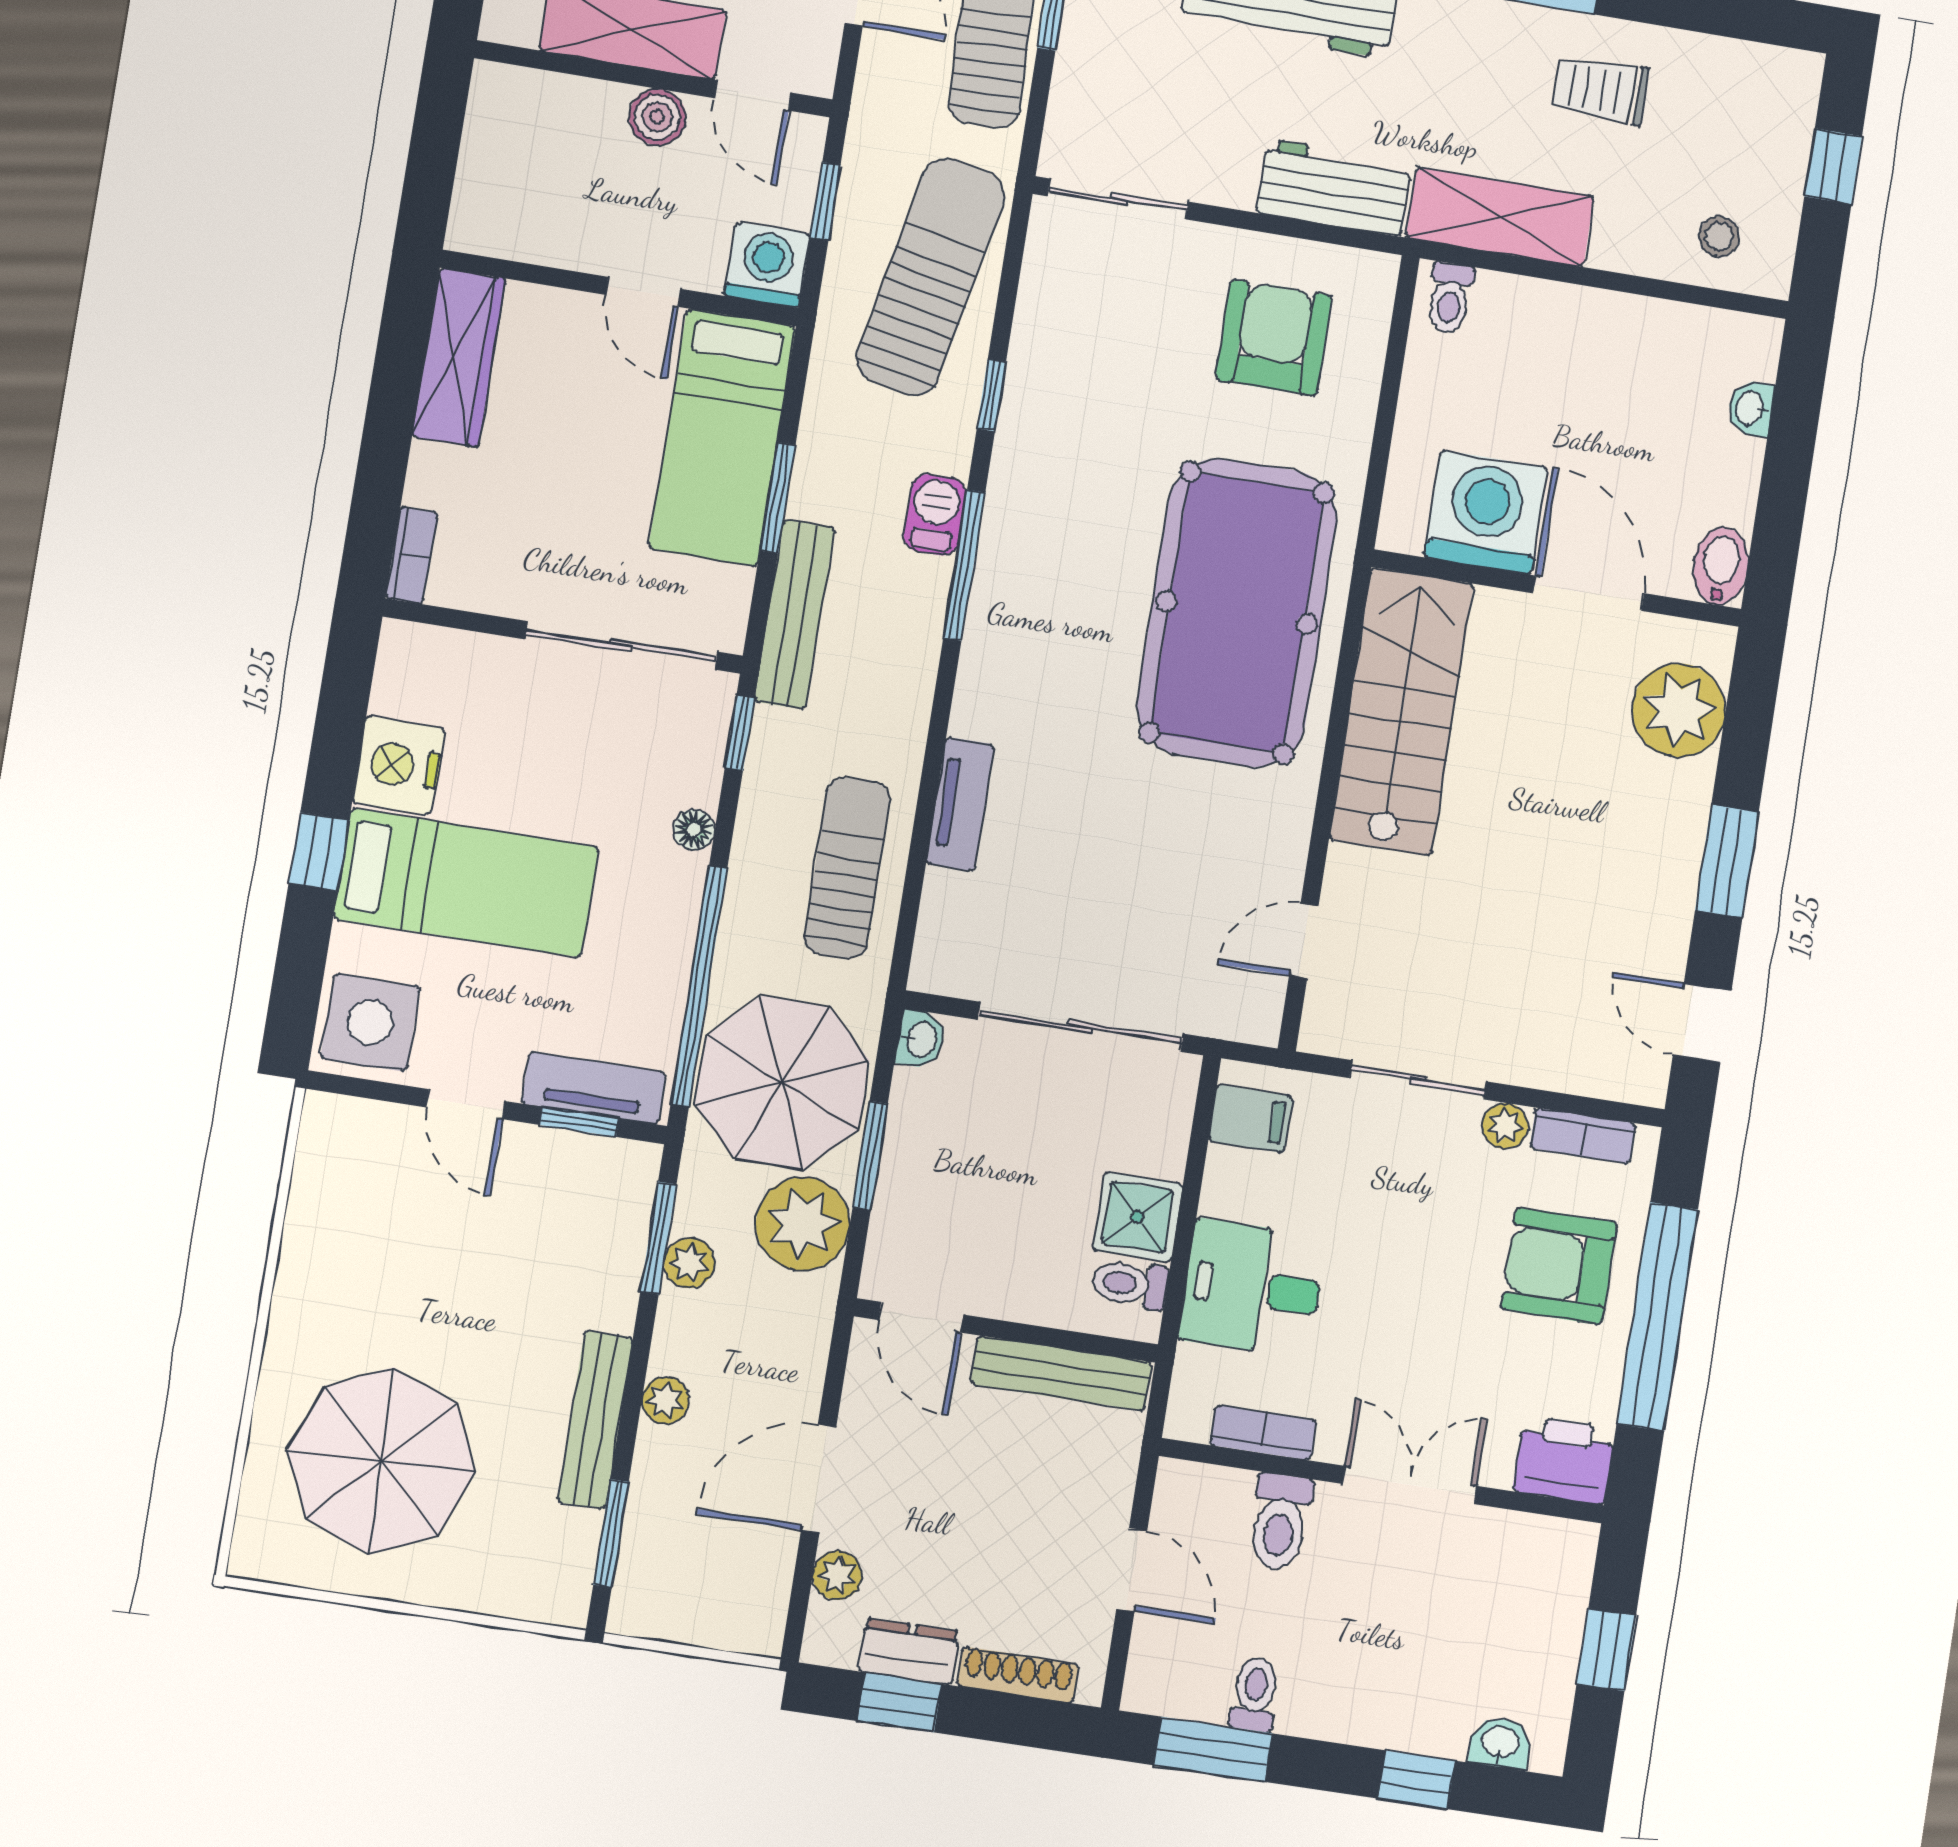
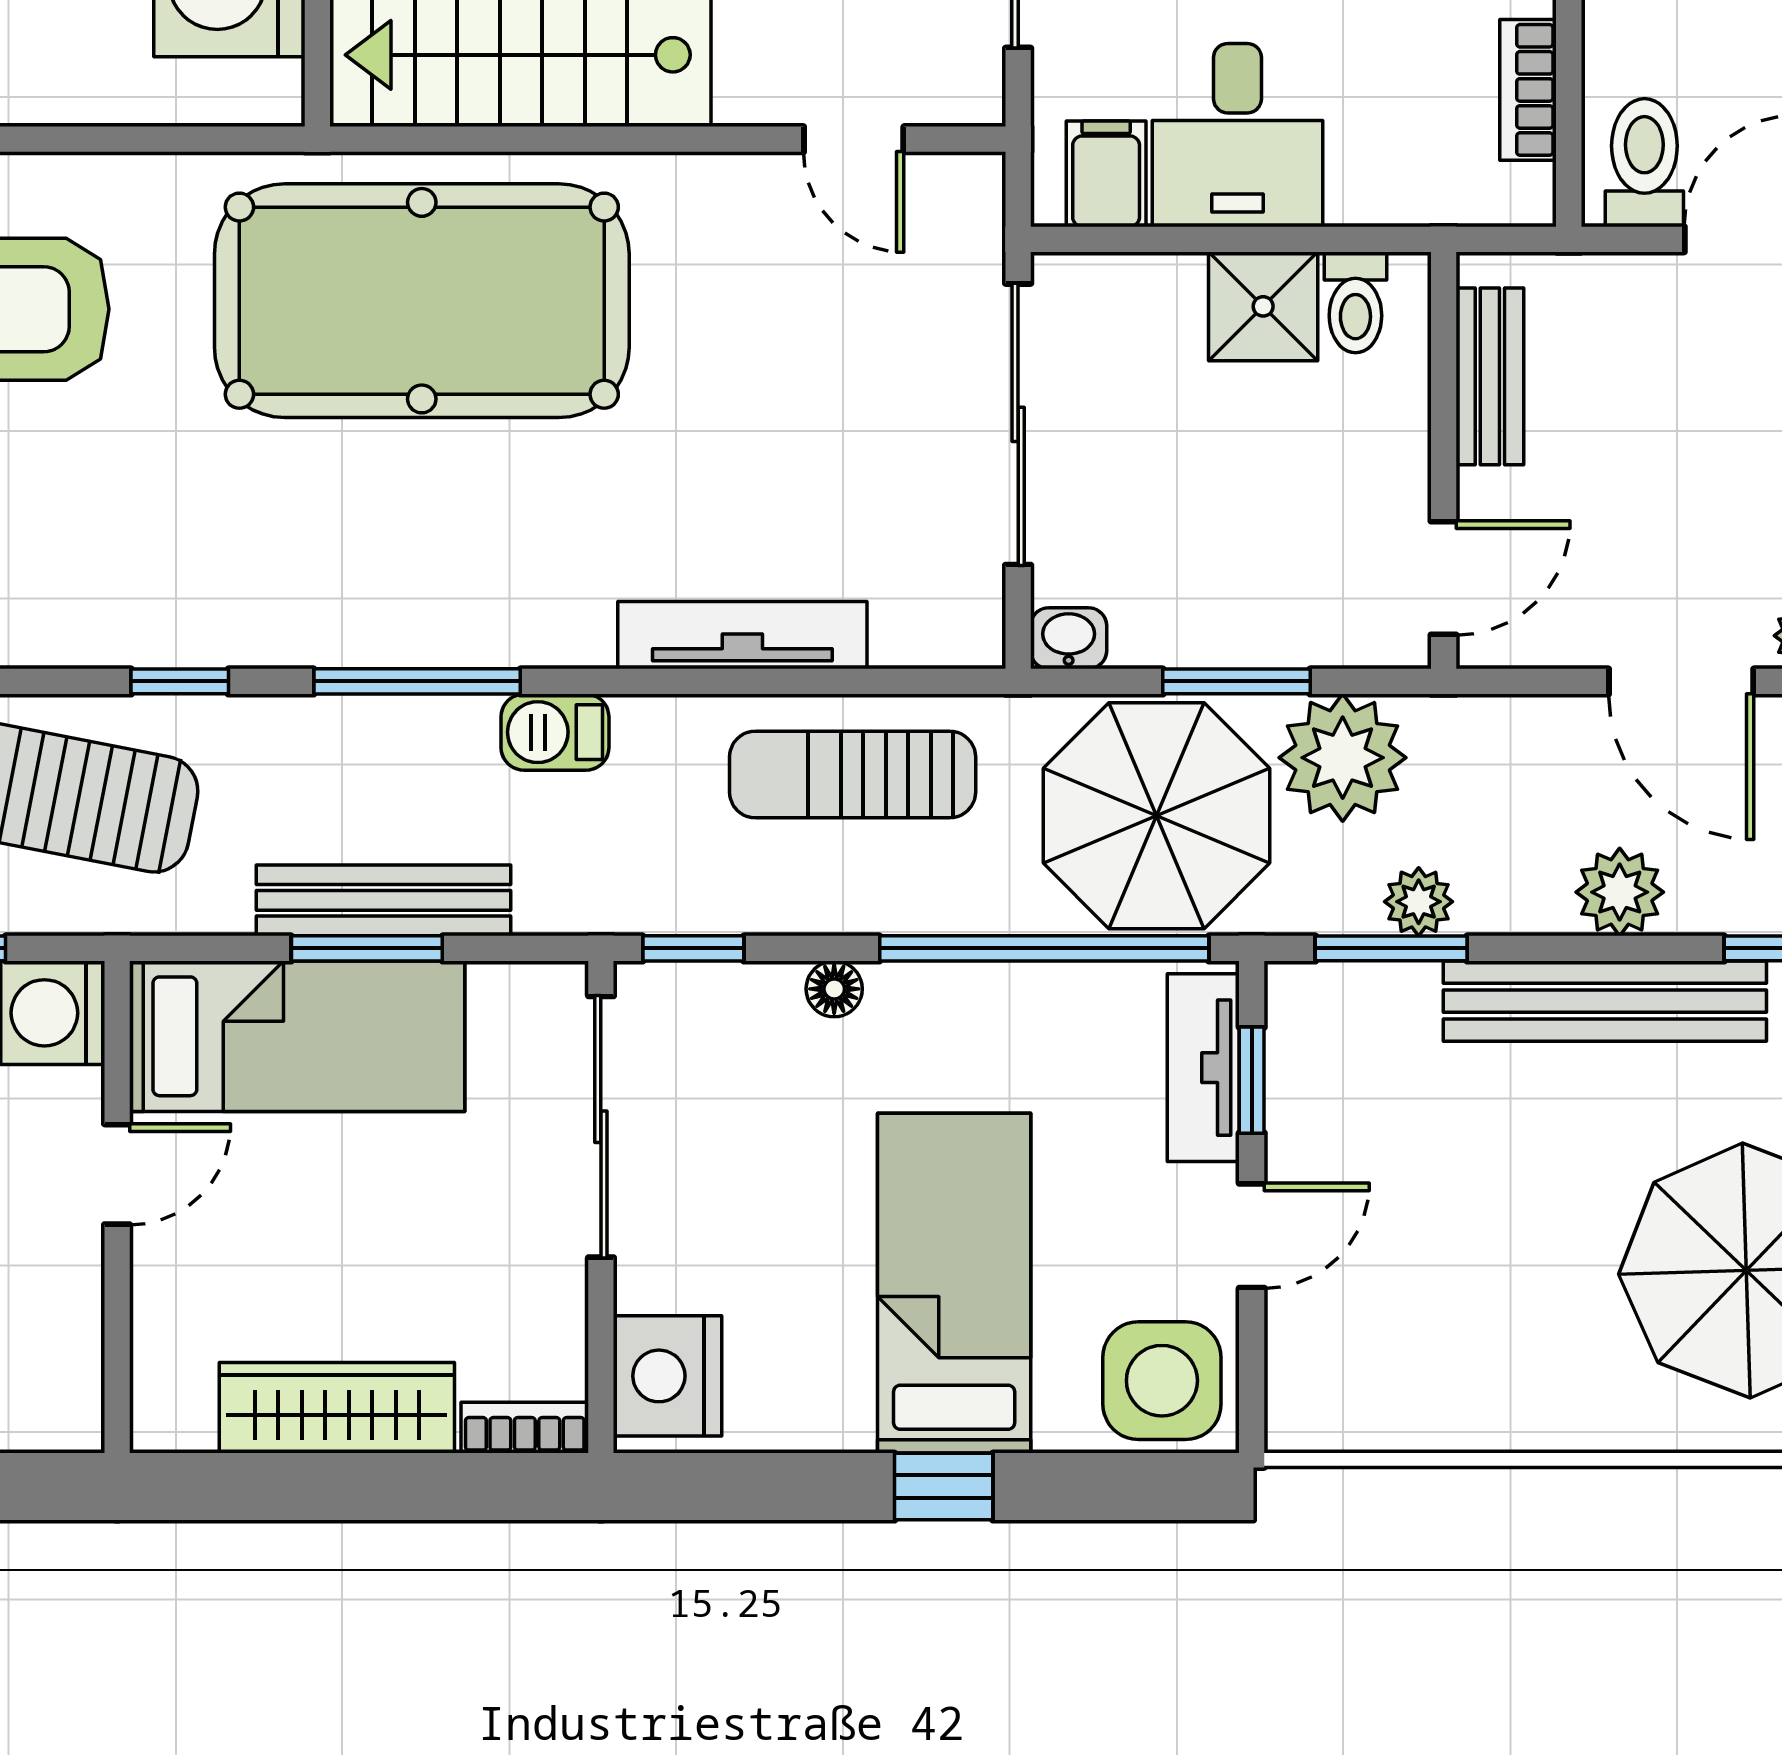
wardrobe: (459, 358) -> (337, 1408), moved
barbecue: (935, 515) -> (555, 732), moved
bench: (794, 614) -> (384, 900), moved
nightstand: (399, 765) -> (668, 1376), moved, turned 90
tv unit: (960, 804) -> (742, 635), width x1.41
desk: (1253, 1288) -> (1237, 135), moved
bench: (1061, 1373) -> (1490, 376), width x0.73
plant: (665, 1400) -> (1620, 892), width x1.38, depth x1.38
bench: (595, 1420) -> (1605, 1001), width x1.37, depth x1.21
toilet: (1280, 1522) -> (1644, 163), moved, turned -90

